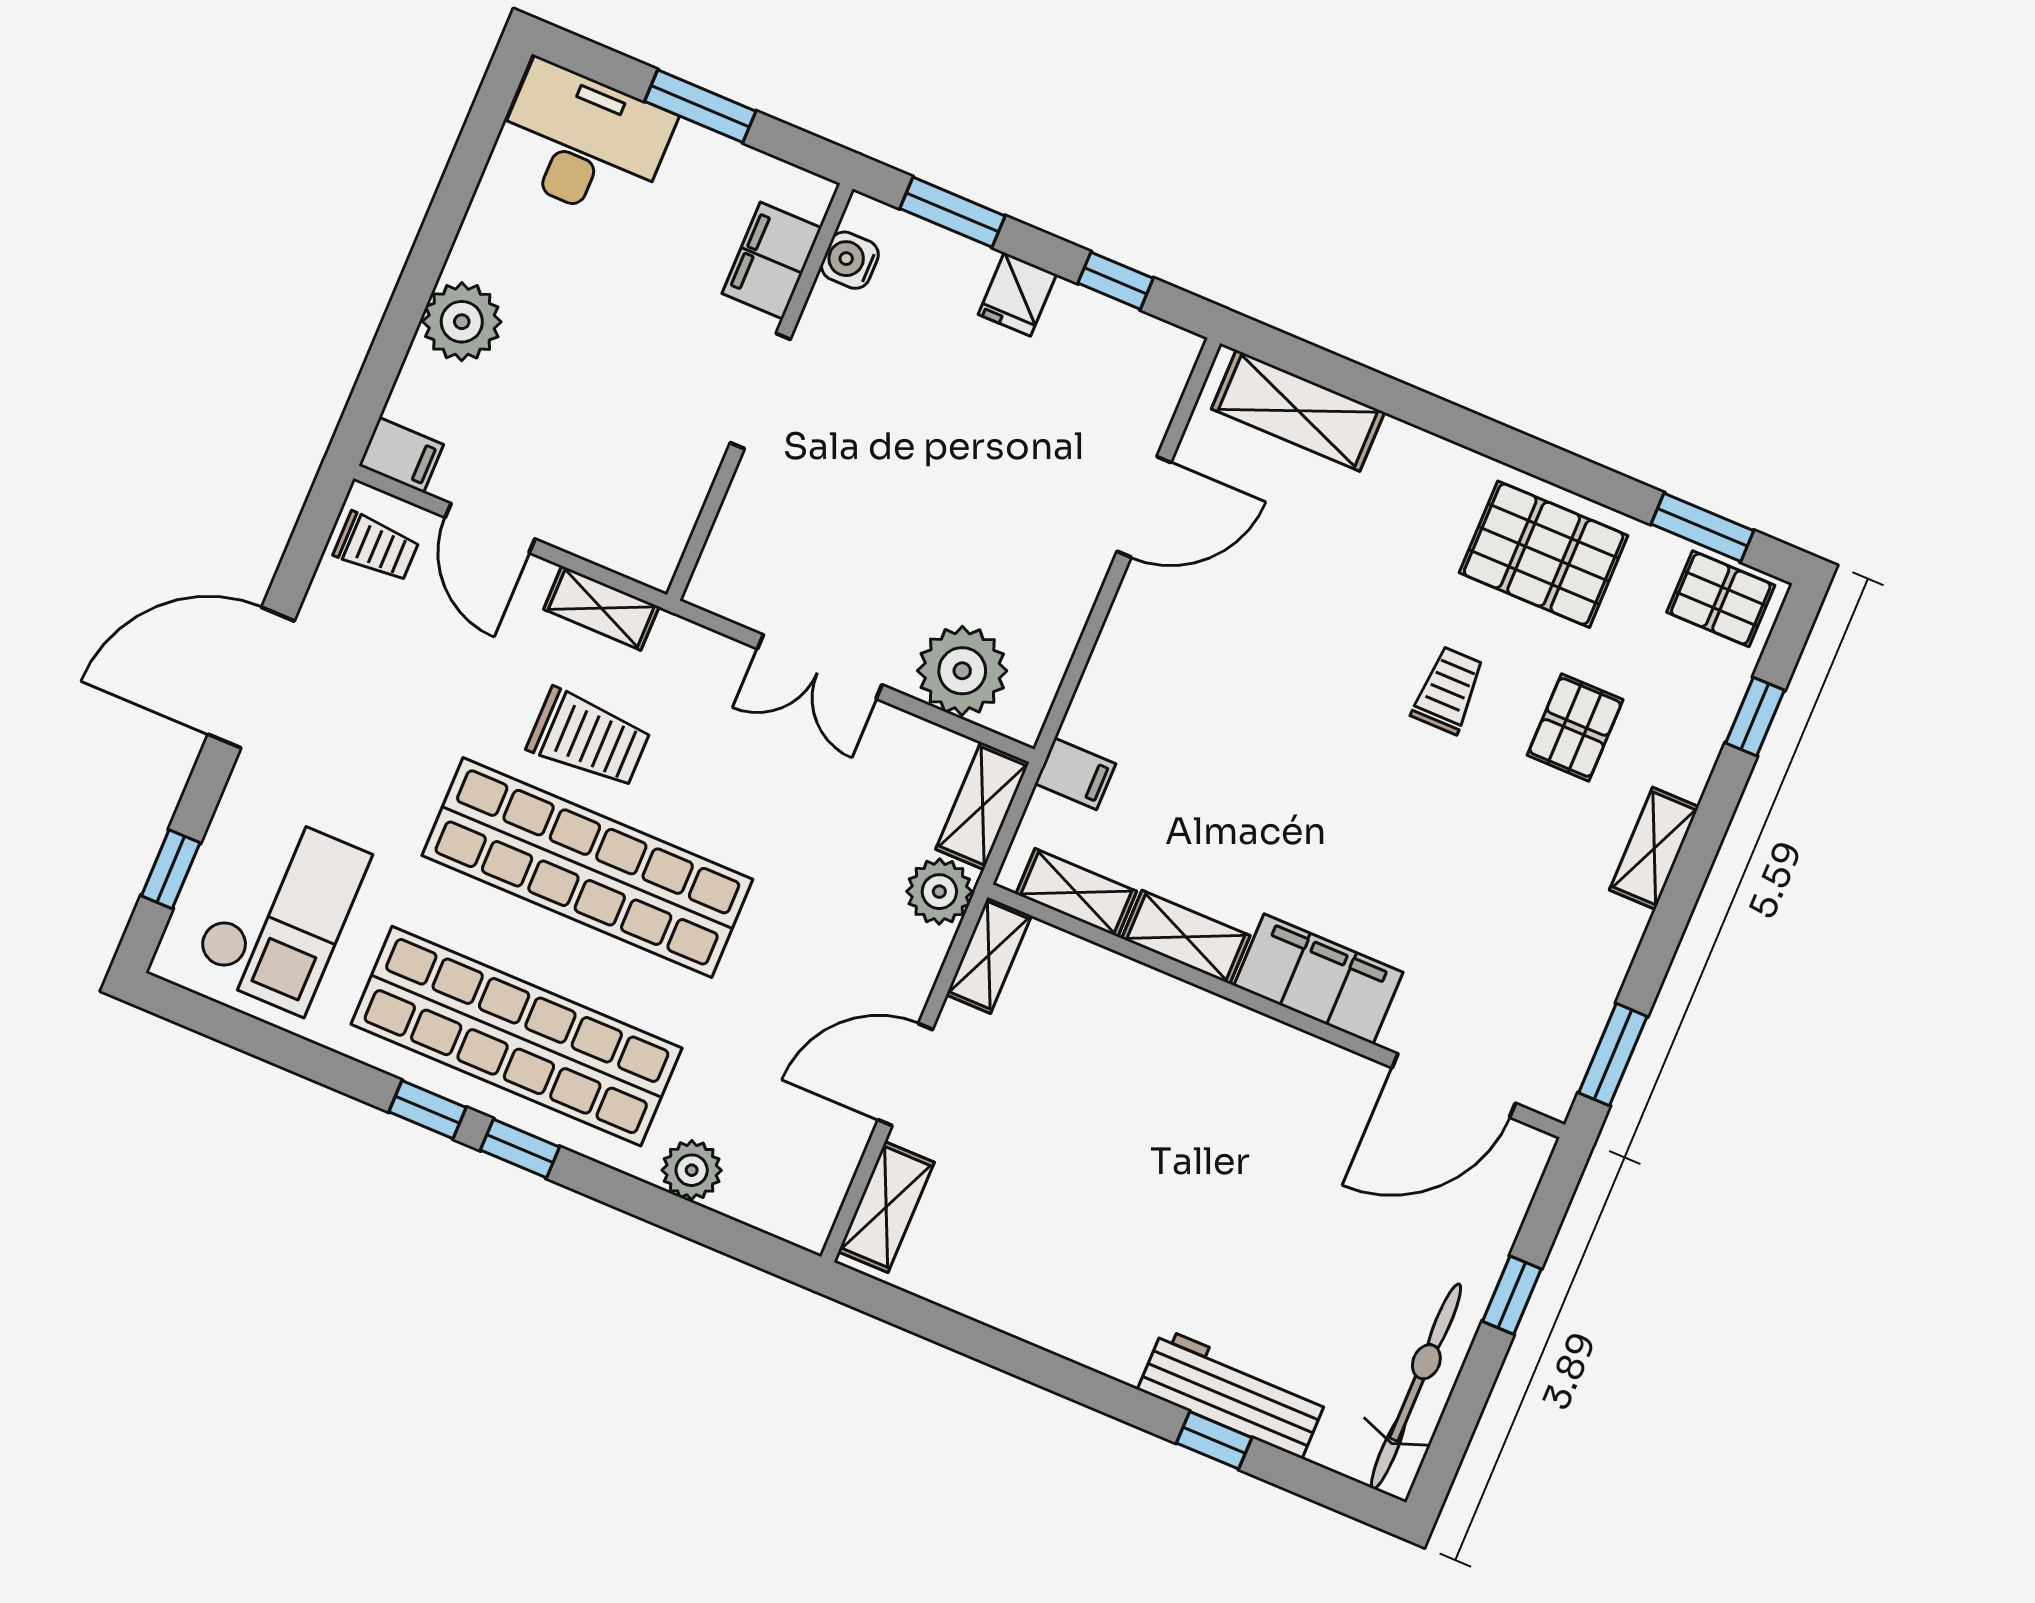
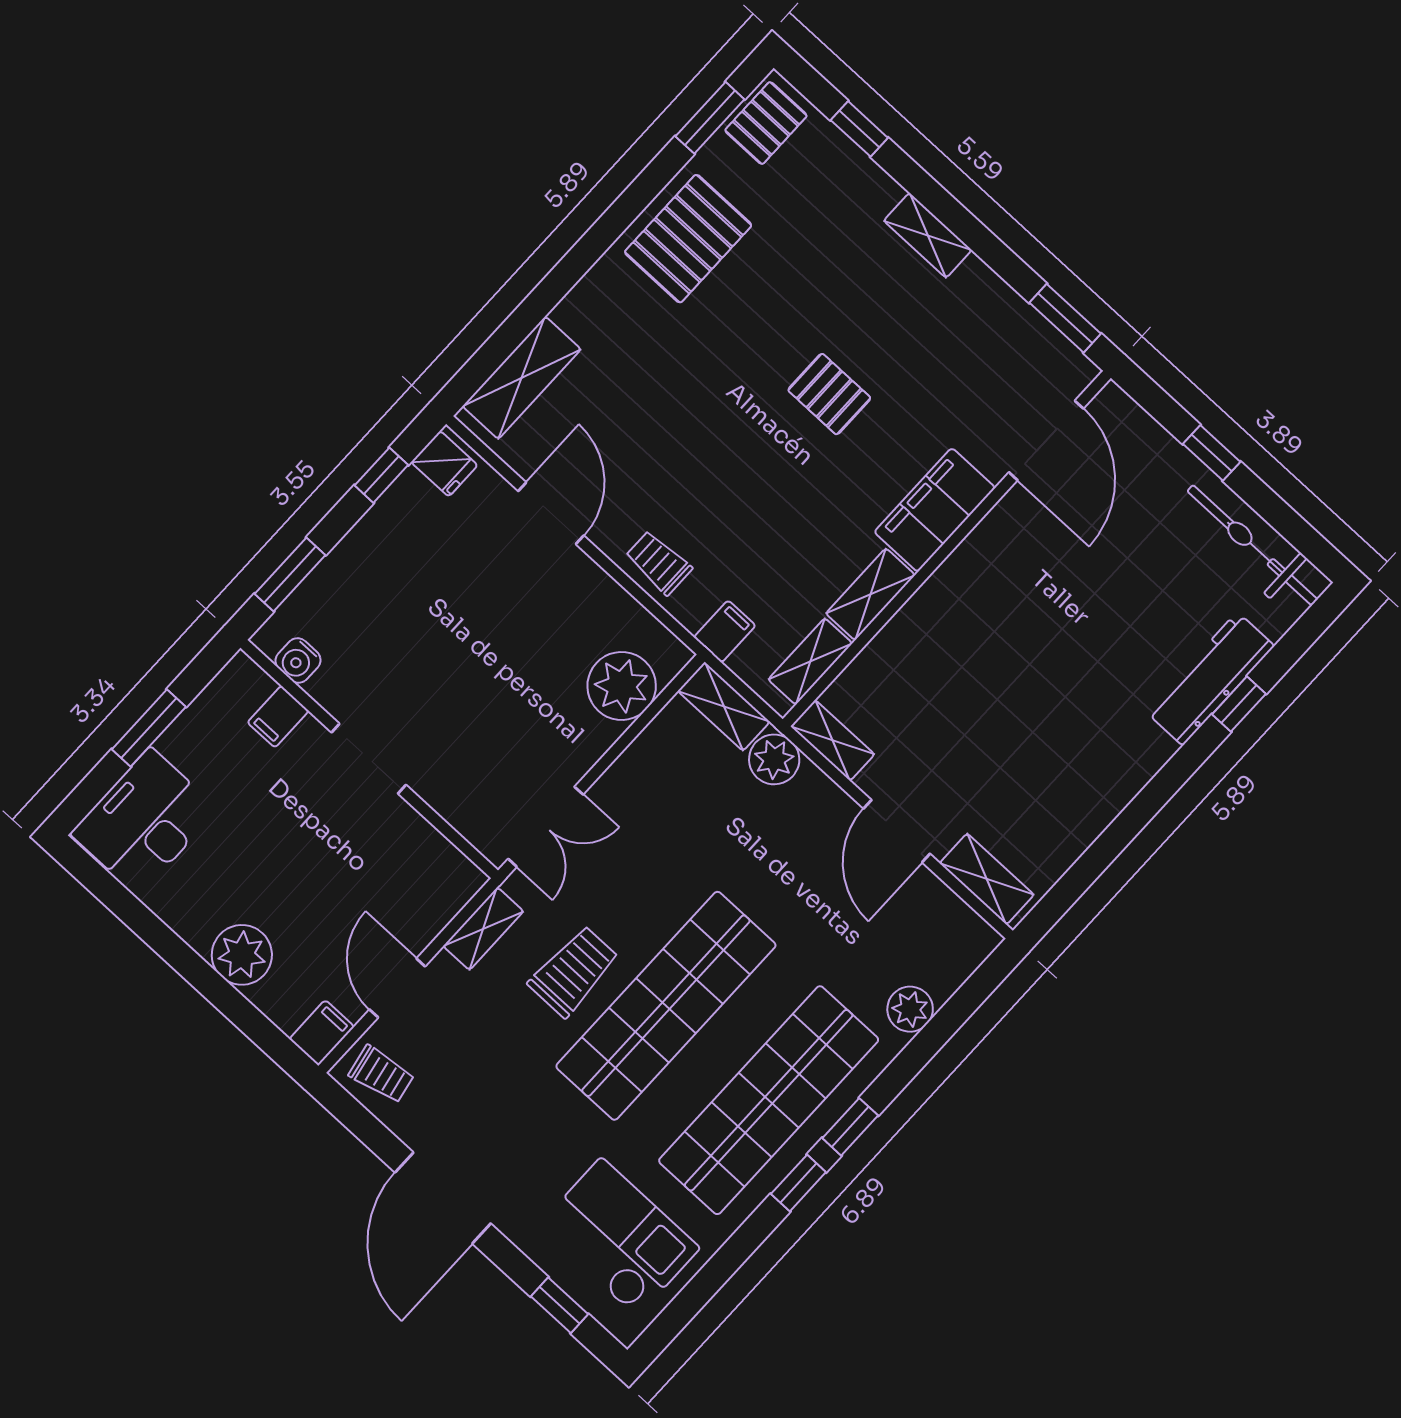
filing cabinet: (772, 261) -> (278, 717), width x0.50
fridge: (1017, 294) -> (444, 464), moved
door: (490, 528) -> (397, 988), swing flipped
trolley: (376, 547) -> (382, 1074), turned 79
double door: (820, 667) -> (546, 827), moved
trolley: (1448, 690) -> (659, 563), moved
pallet: (1575, 727) -> (829, 394), moved

